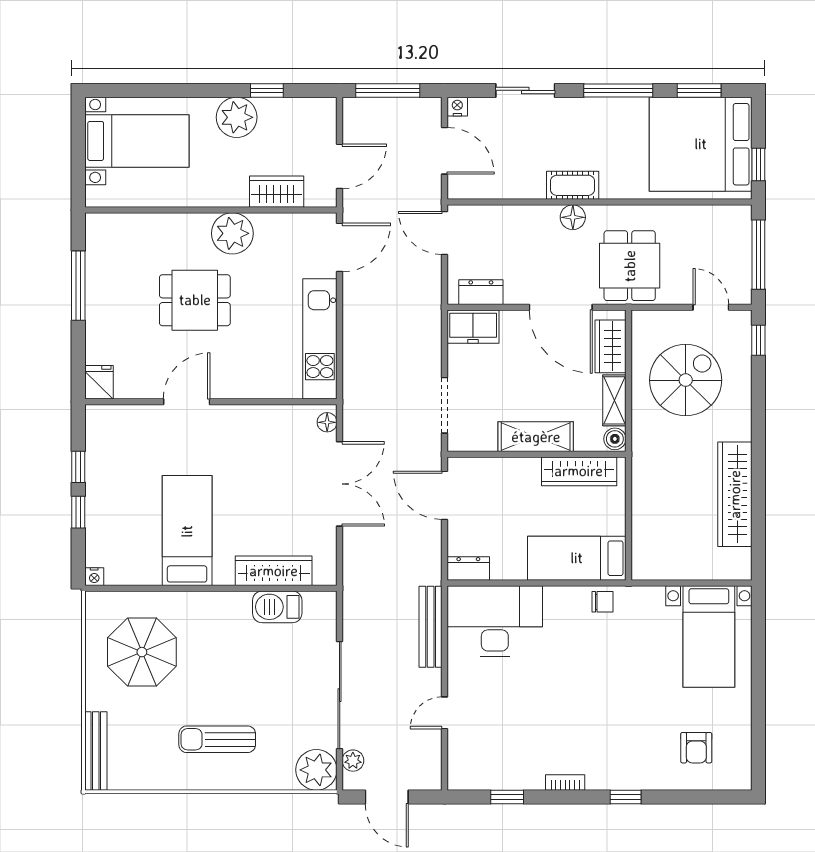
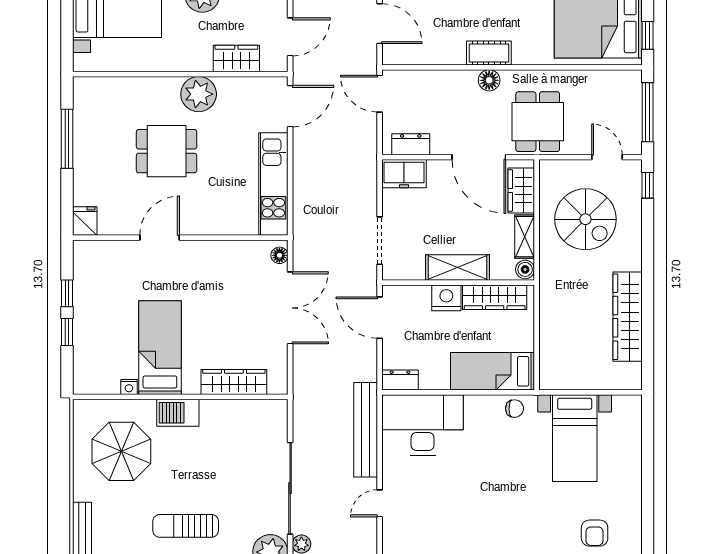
spiral stairs: (686, 380) -> (585, 219), turned 90
nightstand: (523, 472) -> (446, 298), added
nightstand: (94, 577) -> (129, 387), moved
barbecue: (277, 607) -> (178, 413), moved
bench: (431, 627) -> (366, 430), width x1.37, depth x1.21
bed with nightstands: (709, 636) -> (575, 438), moved

